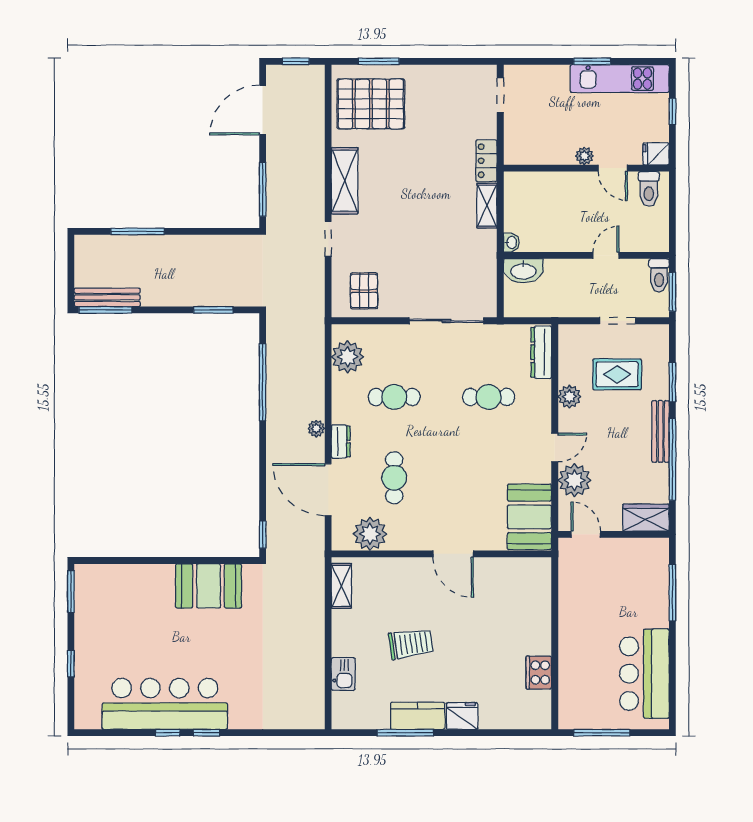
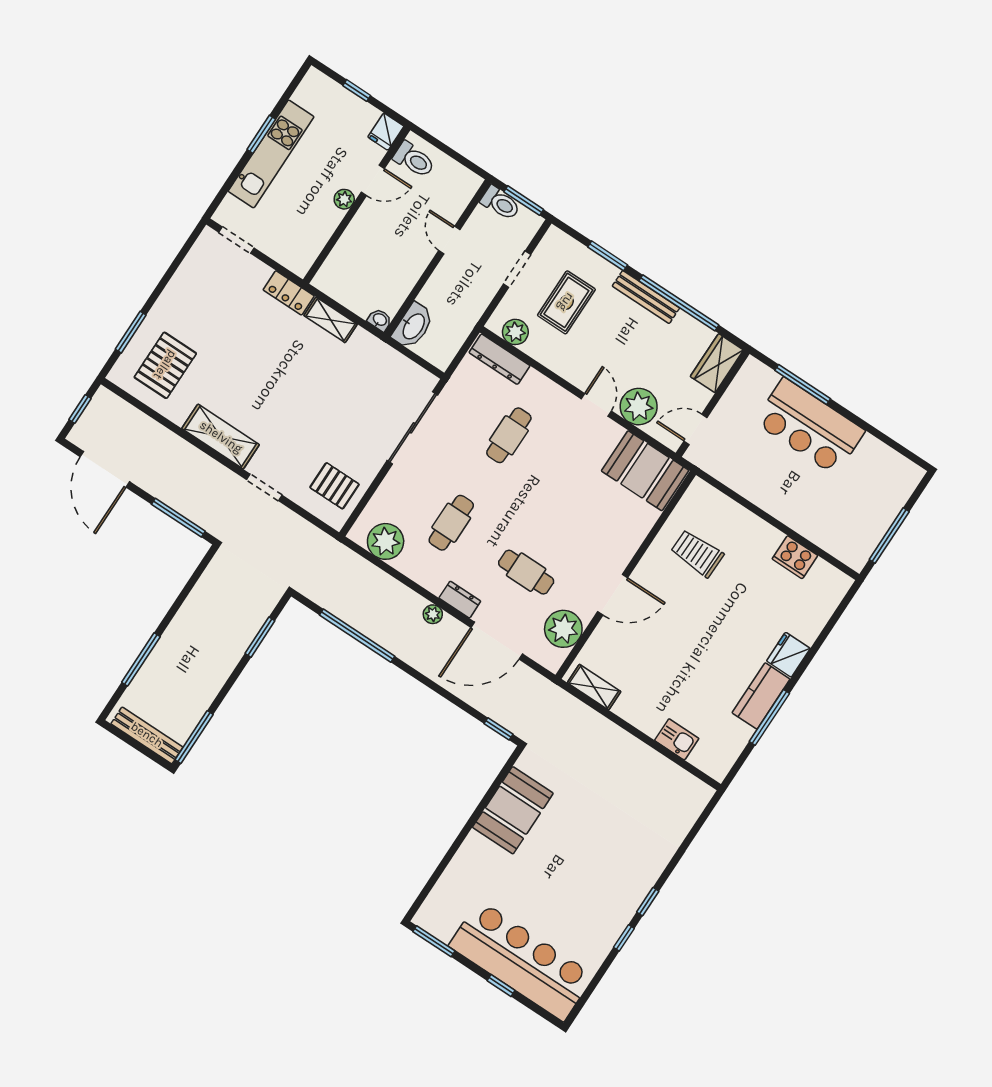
kitchen unit: (620, 79) -> (271, 154), moved
pallet: (371, 104) -> (165, 365), width x0.73, depth x0.71
bench: (107, 297) -> (147, 735), moved, turned 90
plant: (569, 397) -> (515, 332), moved
door: (453, 554) -> (613, 595), moved
trolley: (411, 644) -> (697, 553), moved, turned -81
bar counter: (644, 674) -> (810, 426), moved
bar counter: (165, 704) -> (521, 961), moved, turned 90

